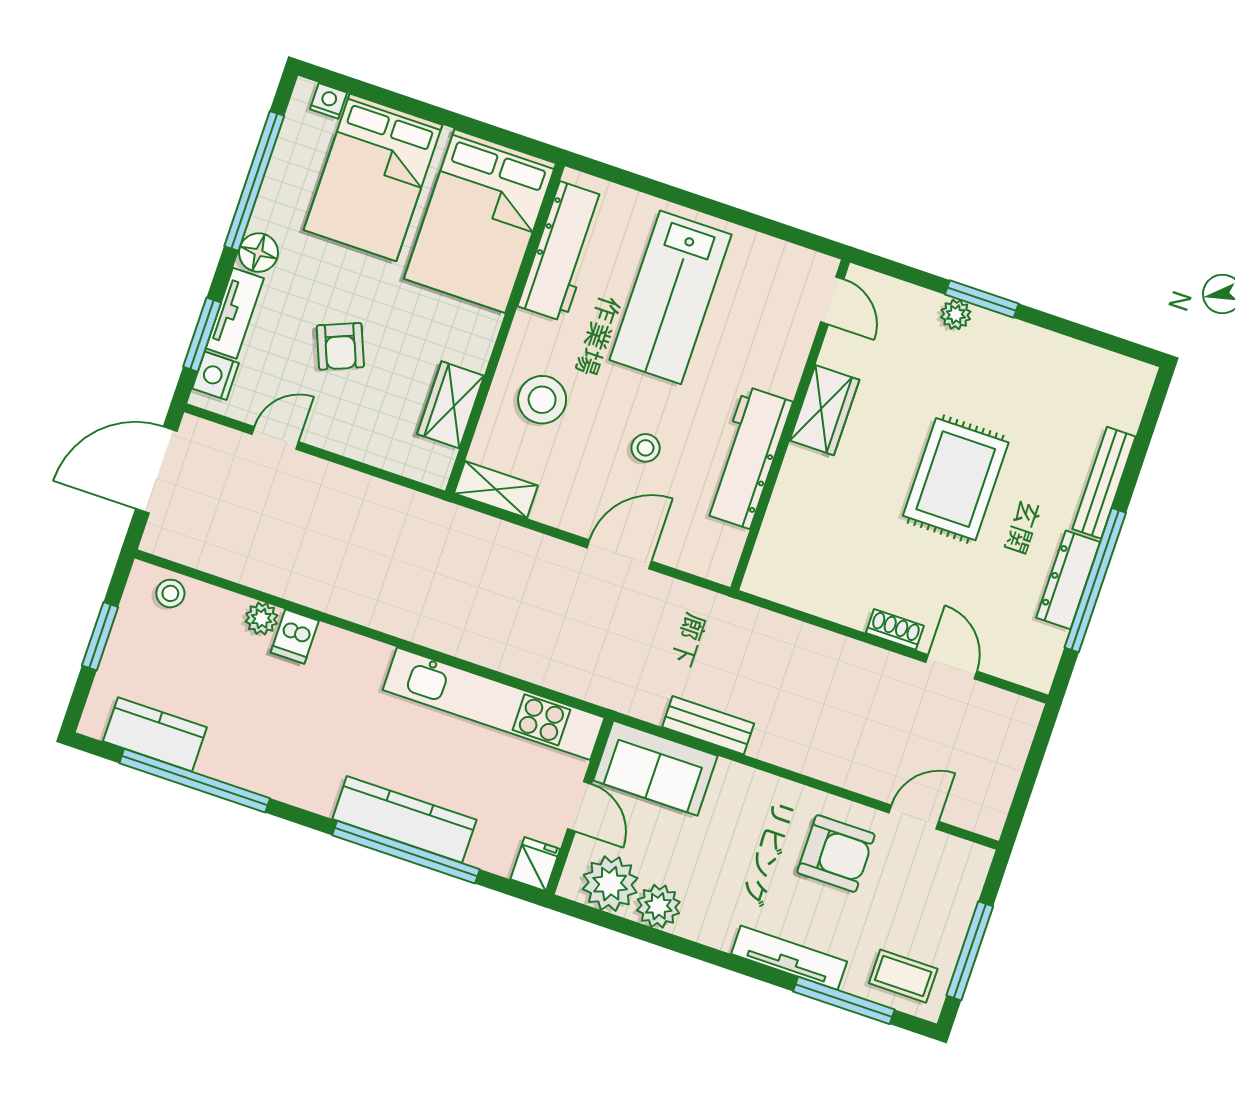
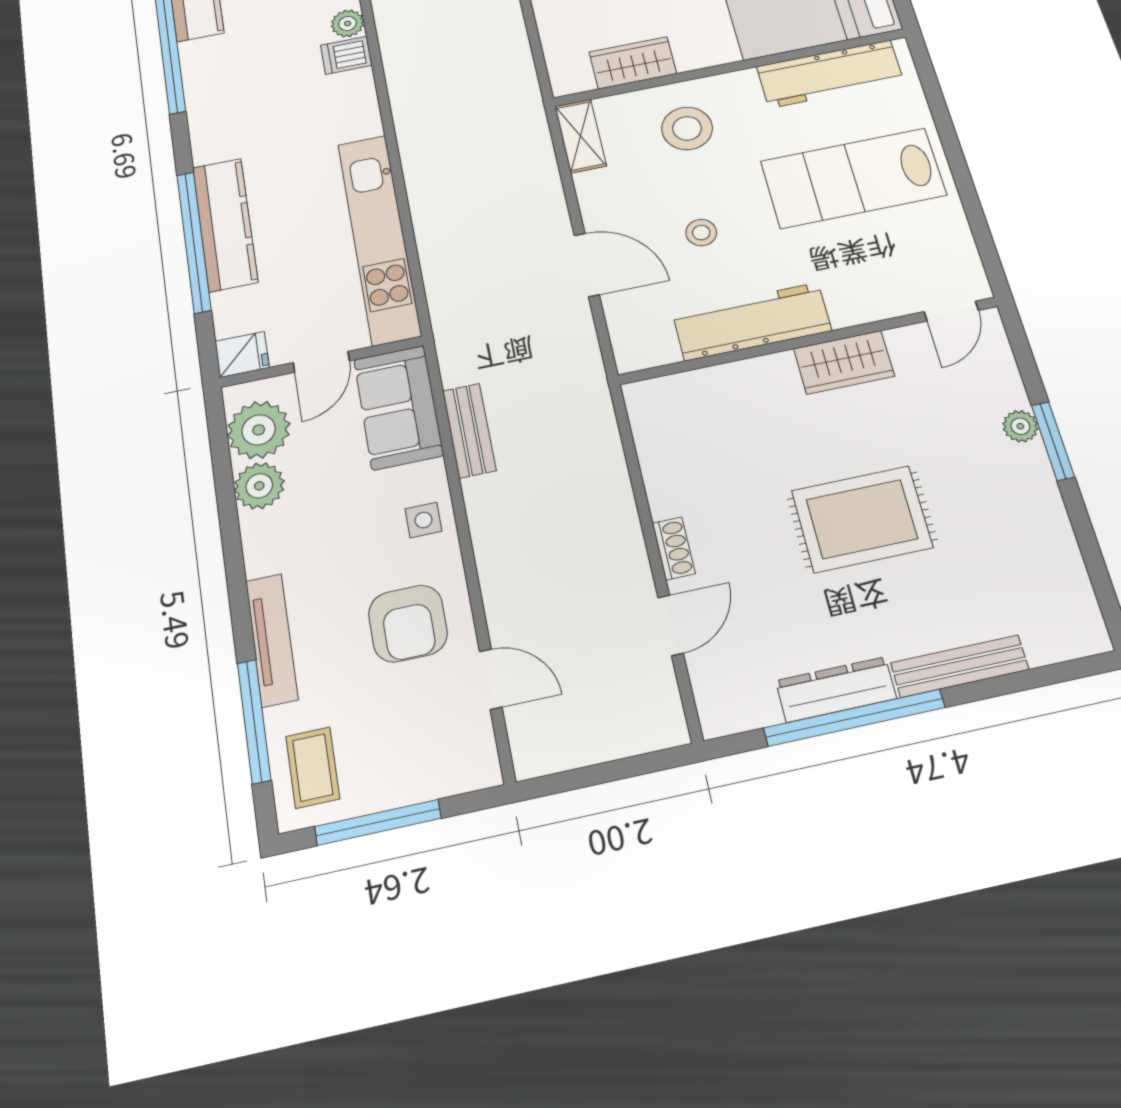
side table: (761, 799) -> (423, 520), added

